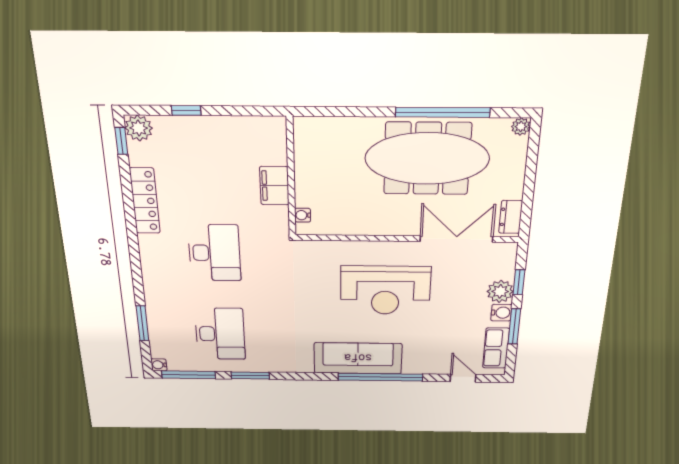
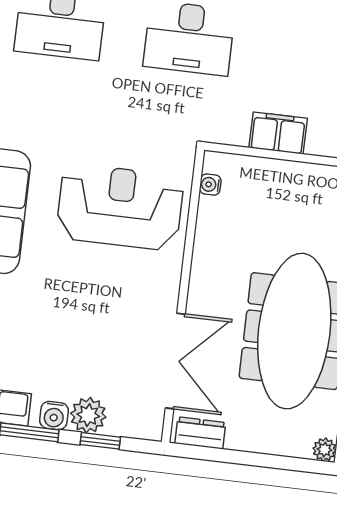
water cooler: (303, 215) -> (210, 185), moved, turned -90
reception desk: (385, 290) -> (120, 207), moved, turned 90

